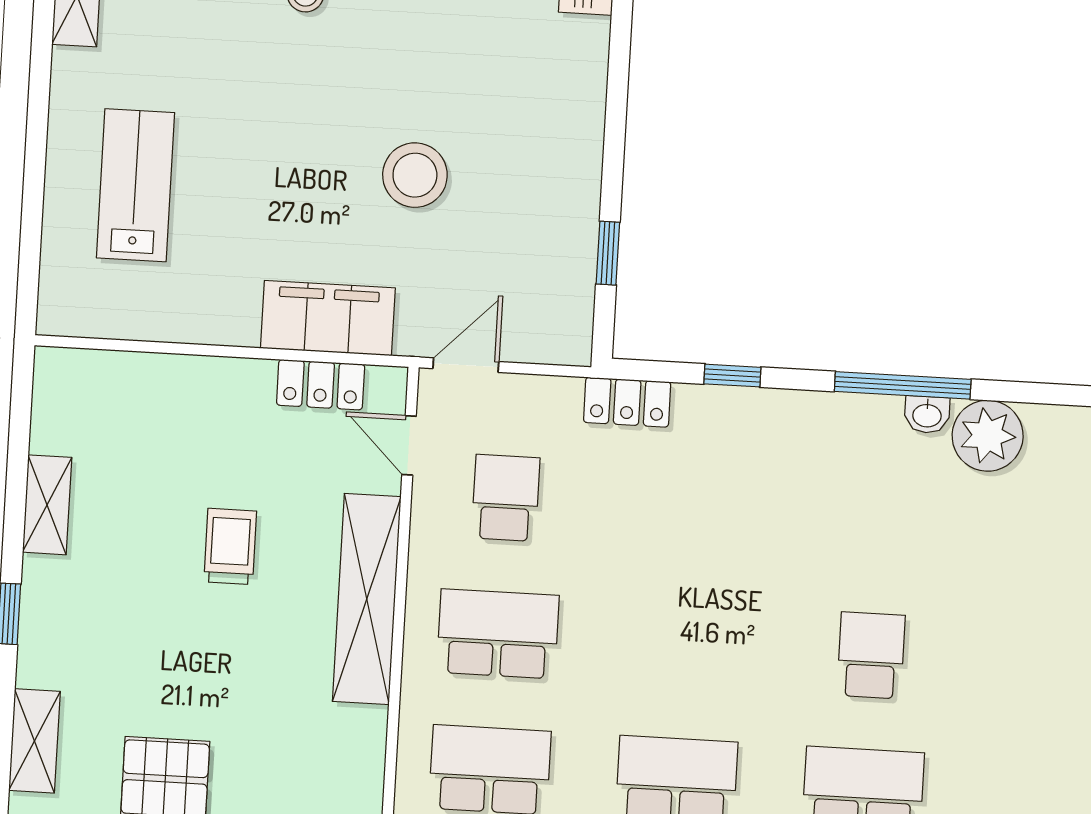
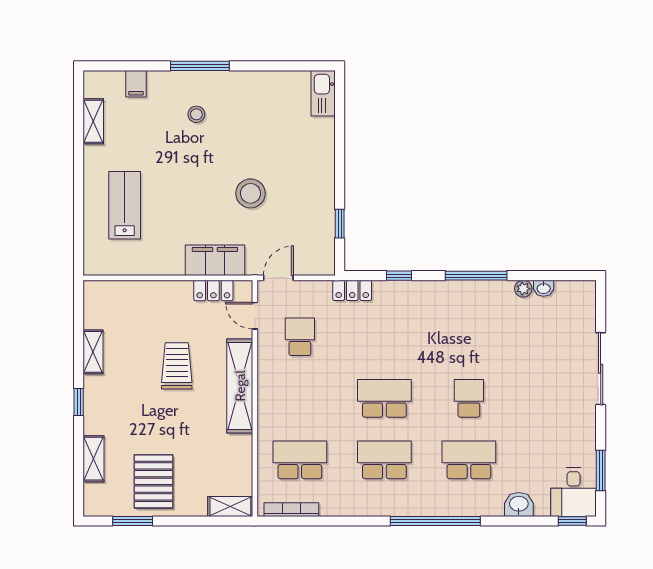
washbasin: (927, 415) -> (544, 288), moved
plant: (988, 436) -> (523, 289), width x0.53, depth x0.53
trolley: (230, 546) -> (177, 366), width x1.36, depth x1.39
school desk: (498, 634) -> (384, 398), moved

